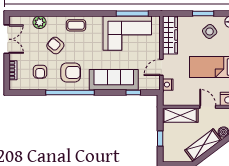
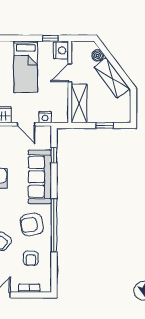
armchair: (40, 72) -> (31, 258), turned 90
armchair: (71, 72) -> (32, 224), turned -100

